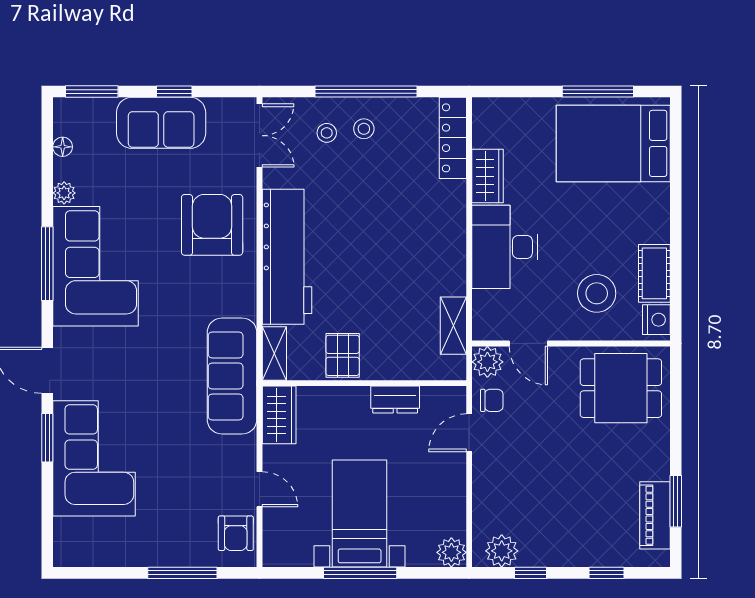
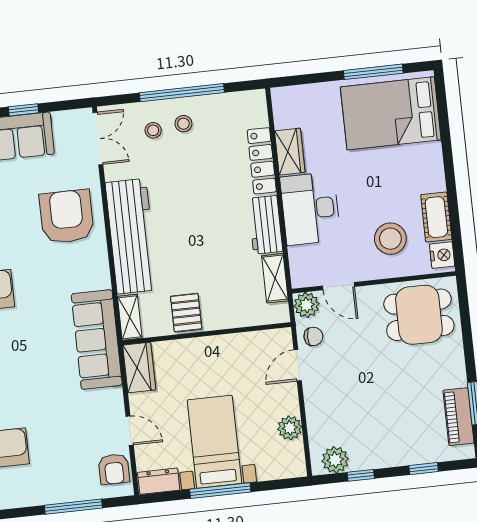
locker: (453, 138) -> (262, 161), moved
workbench: (449, 261) -> (265, 225), added
dresser: (395, 400) -> (159, 481), moved, turned 180
plant: (451, 552) -> (290, 428), moved

